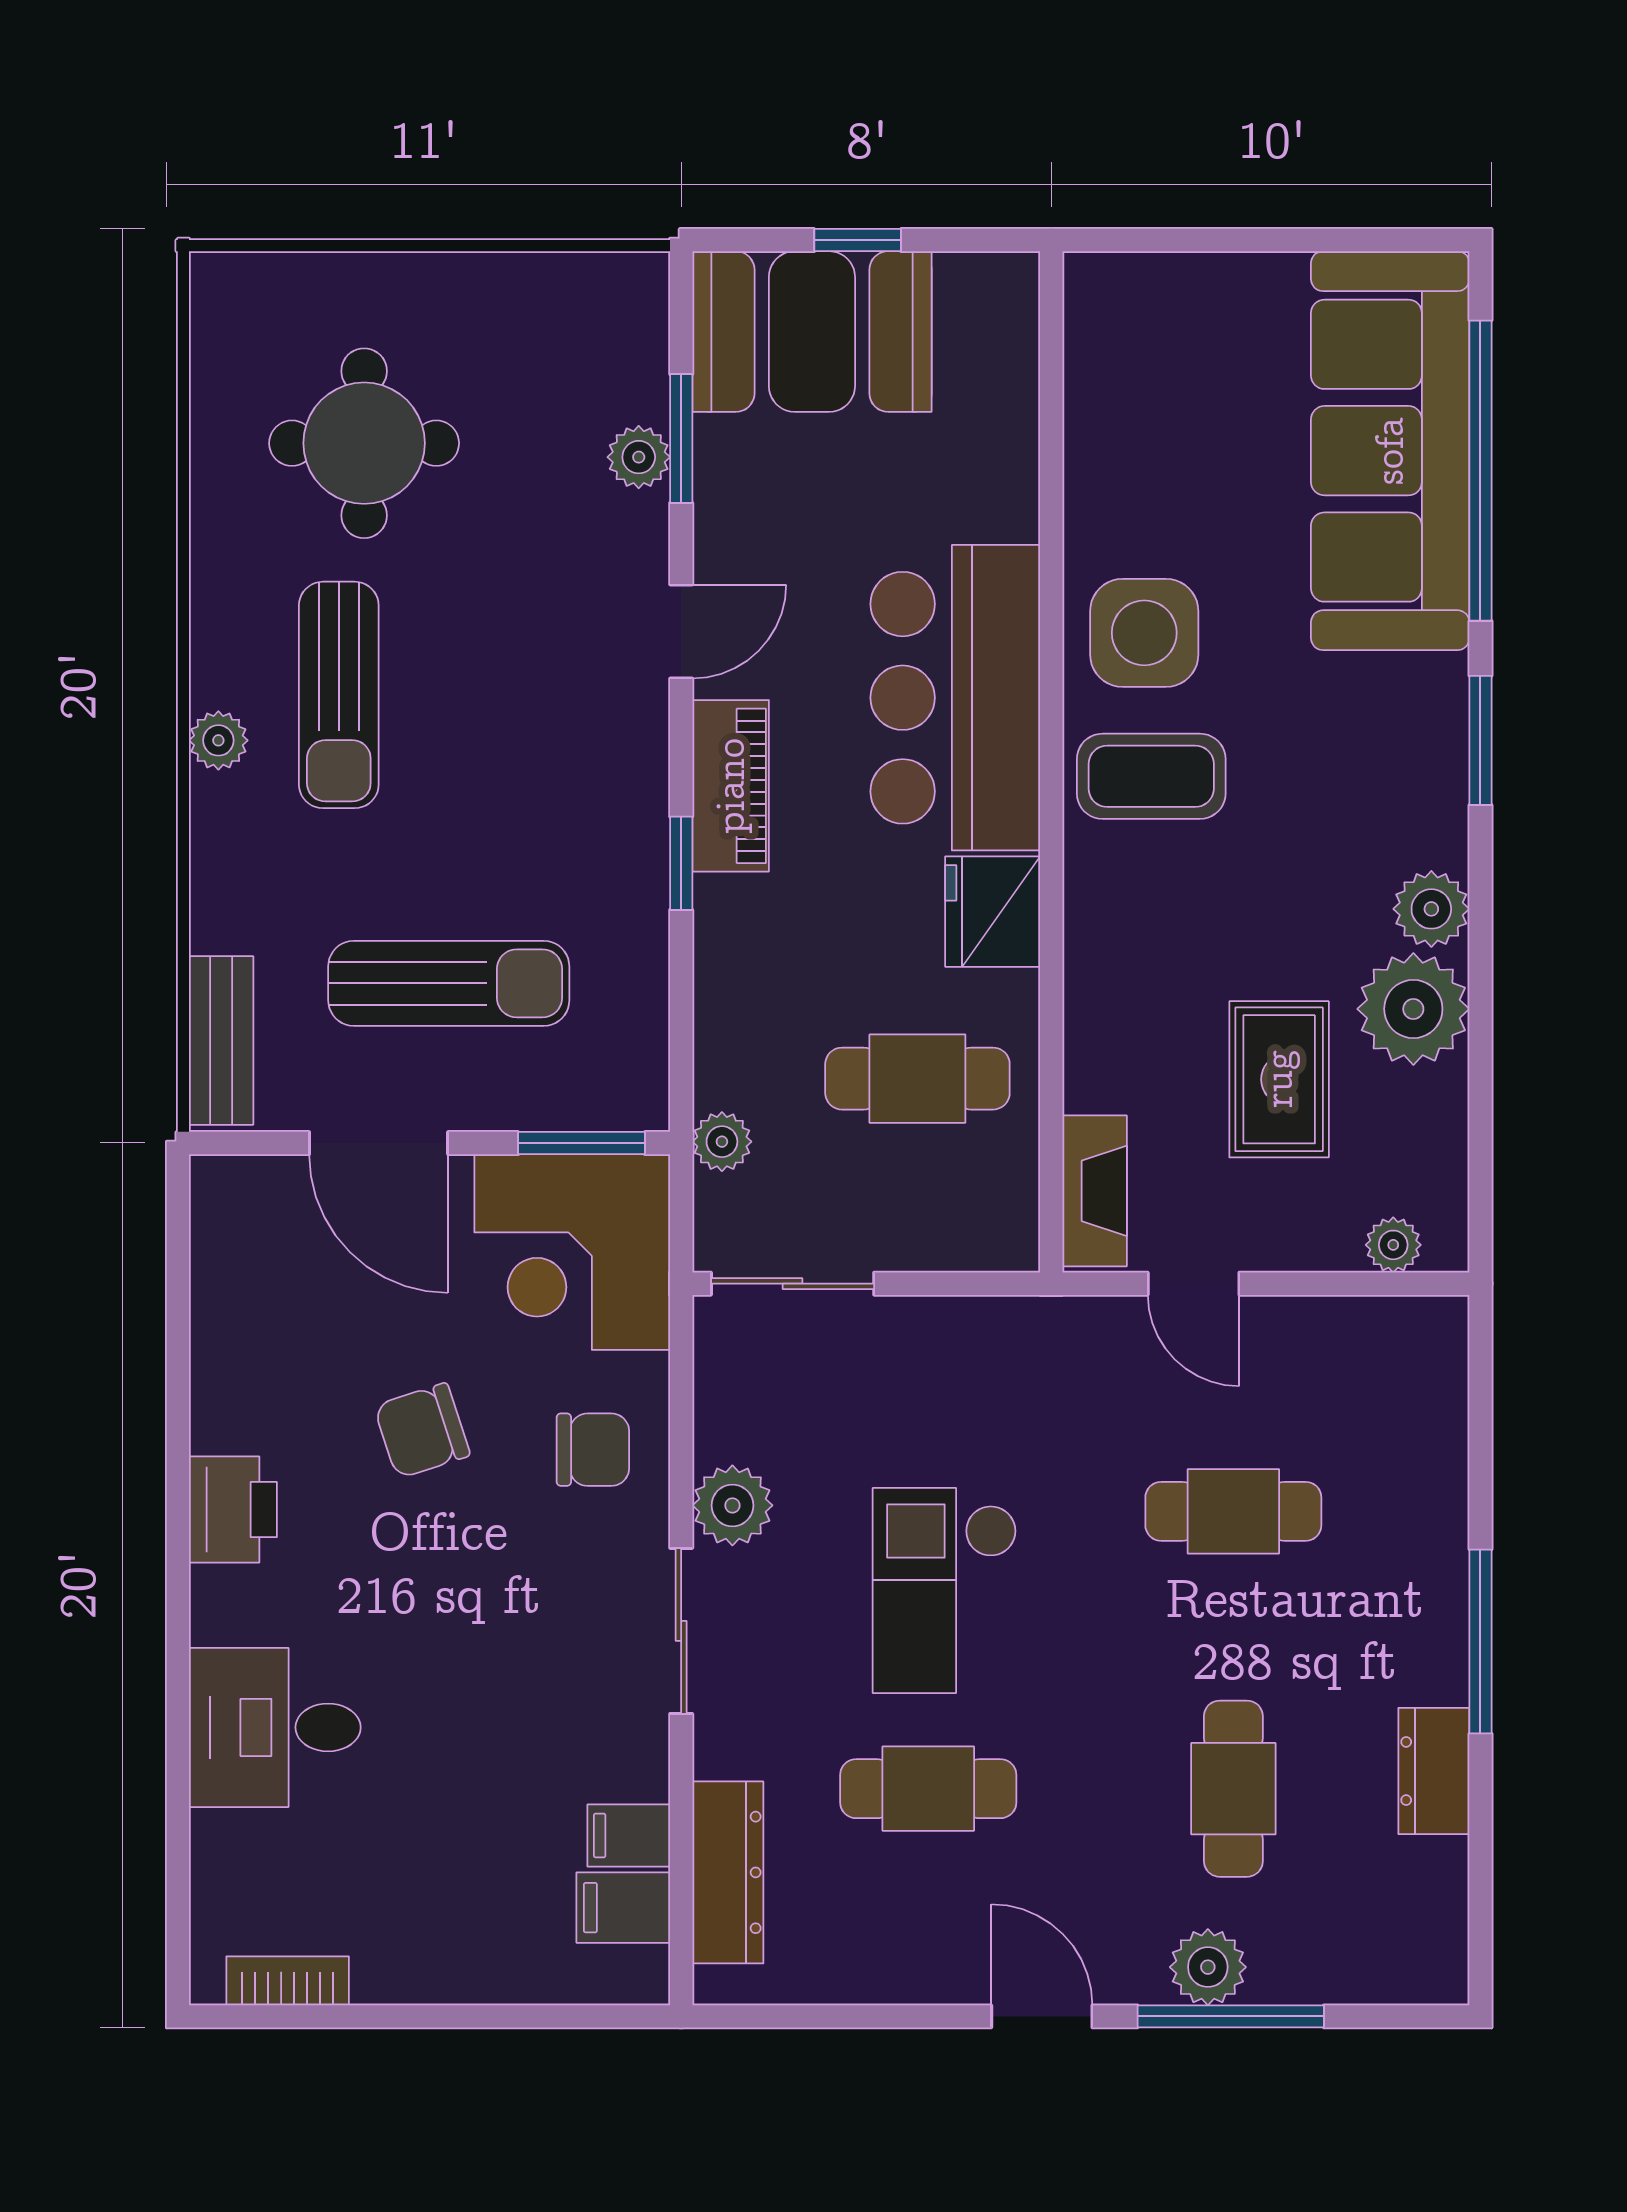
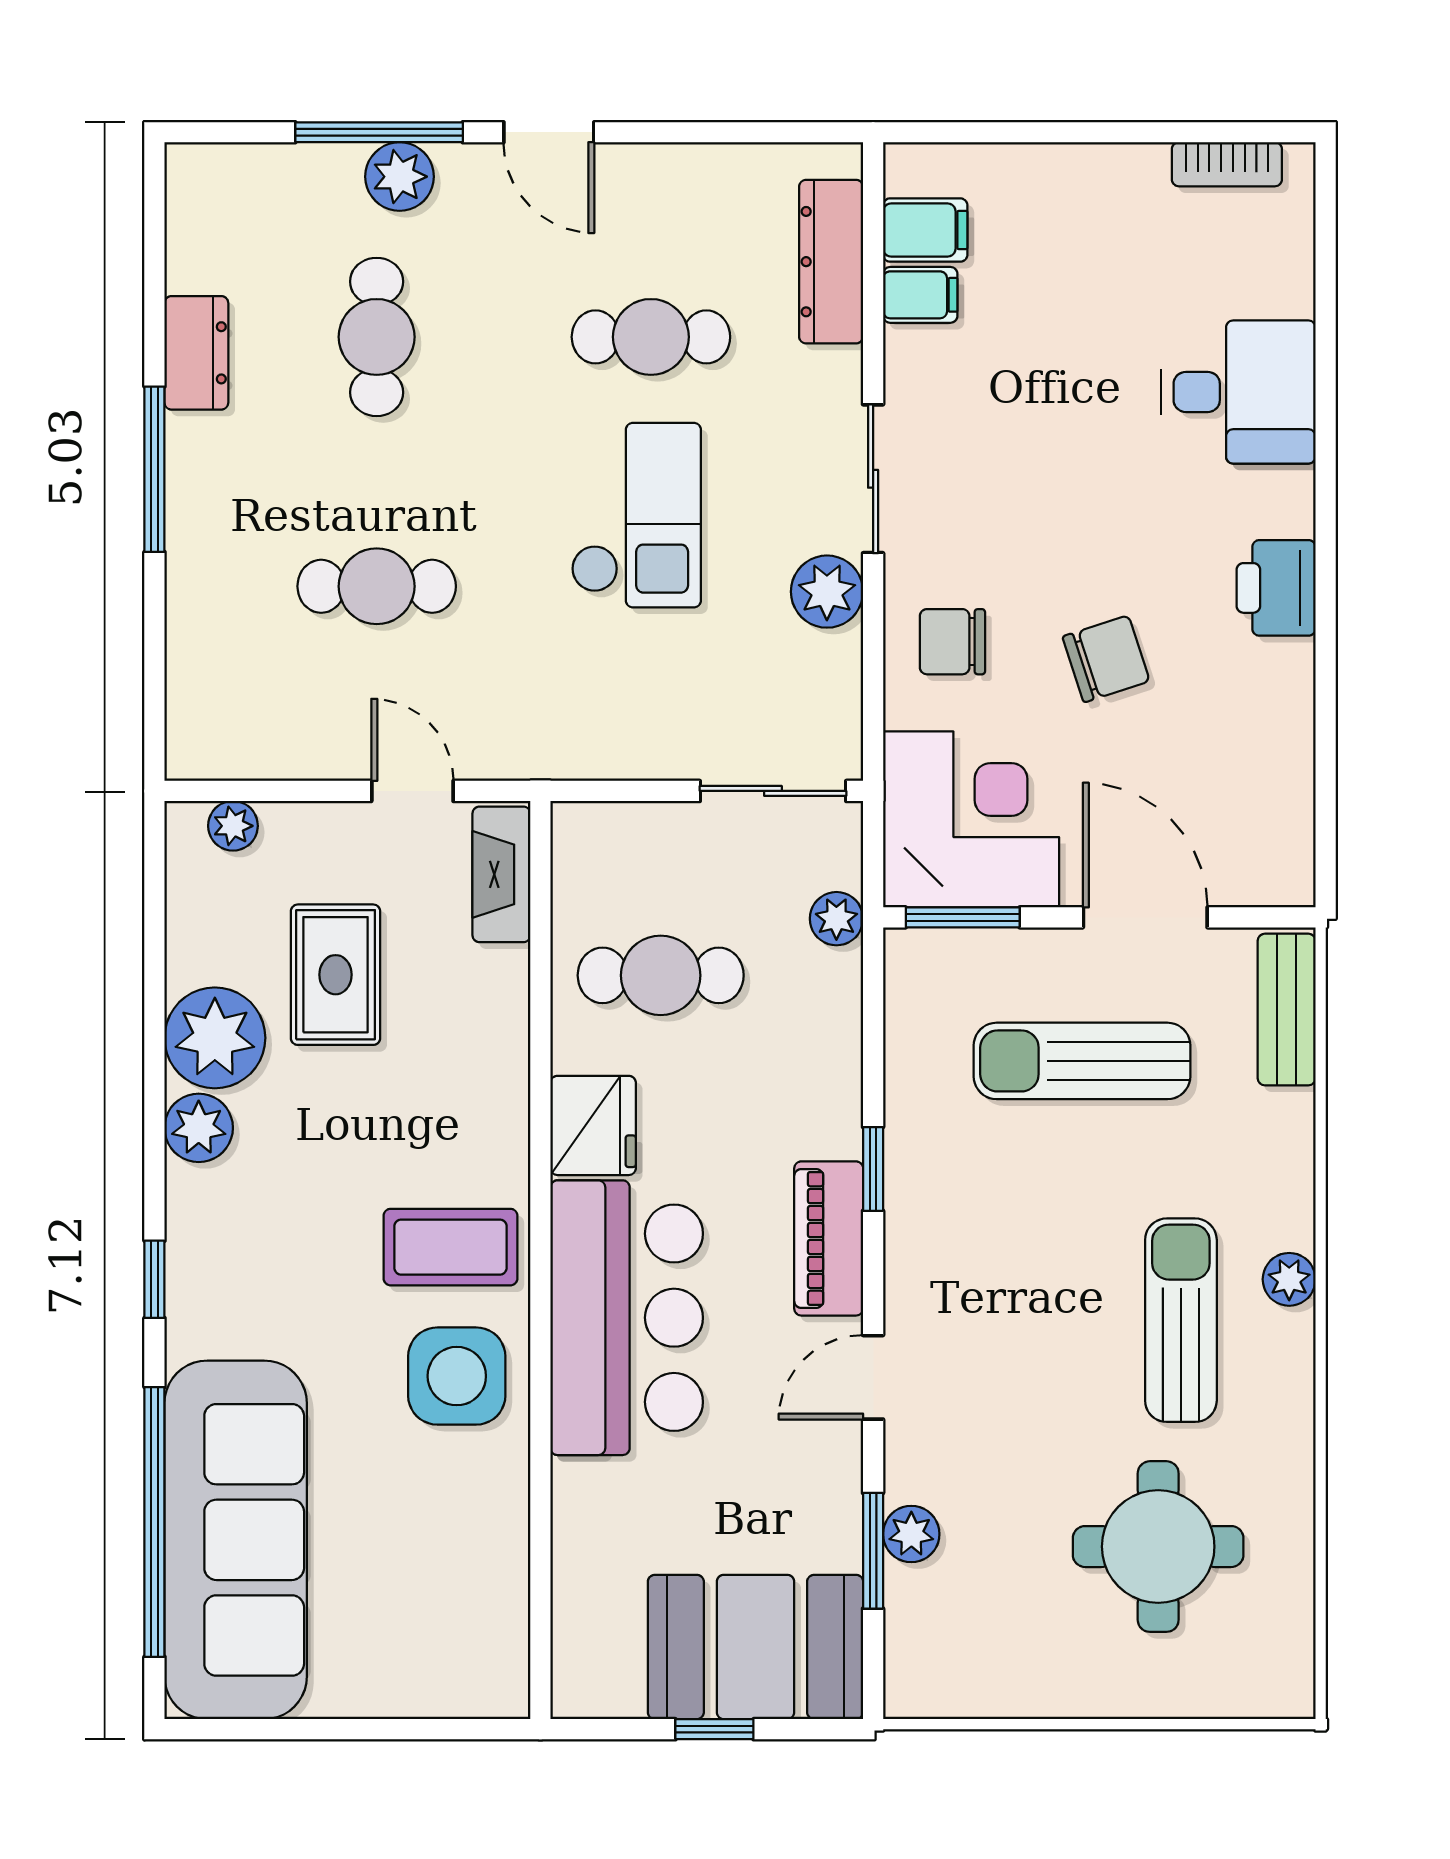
window: (1480, 740) -> (154, 1279), width x0.67

